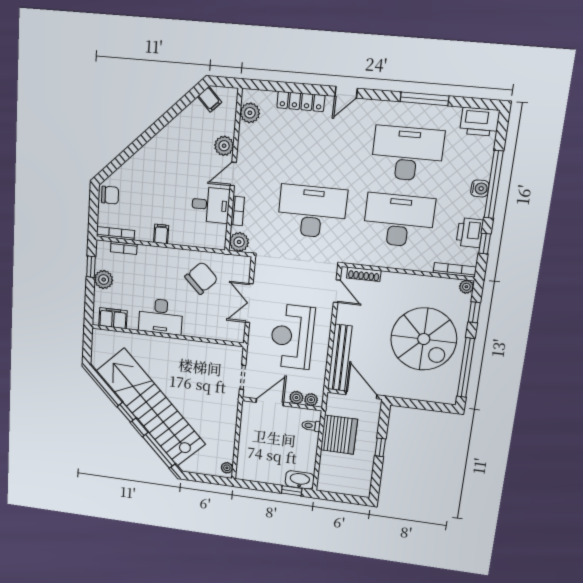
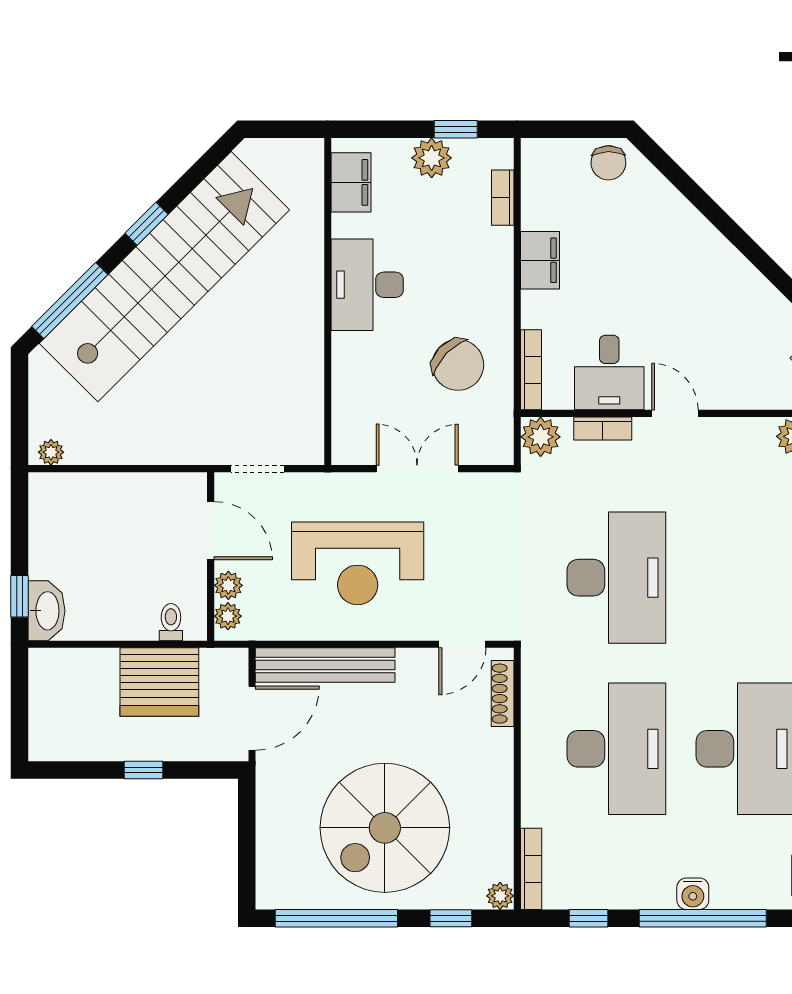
plant: (224, 146) -> (728, 391), removed
bookcase: (115, 233) -> (531, 370), moved
printer: (470, 233) -> (607, 887), removed
filing cabinet: (161, 234) -> (540, 260), width x2.00
reception desk: (292, 337) -> (358, 563), turned 180

